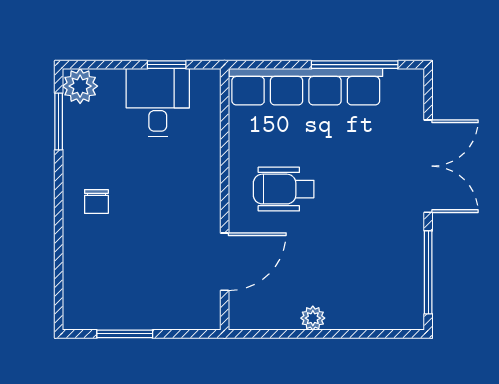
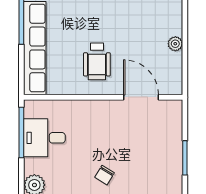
window: (167, 65) -> (21, 132), width x2.17
chair: (96, 202) -> (105, 175), turned 122

